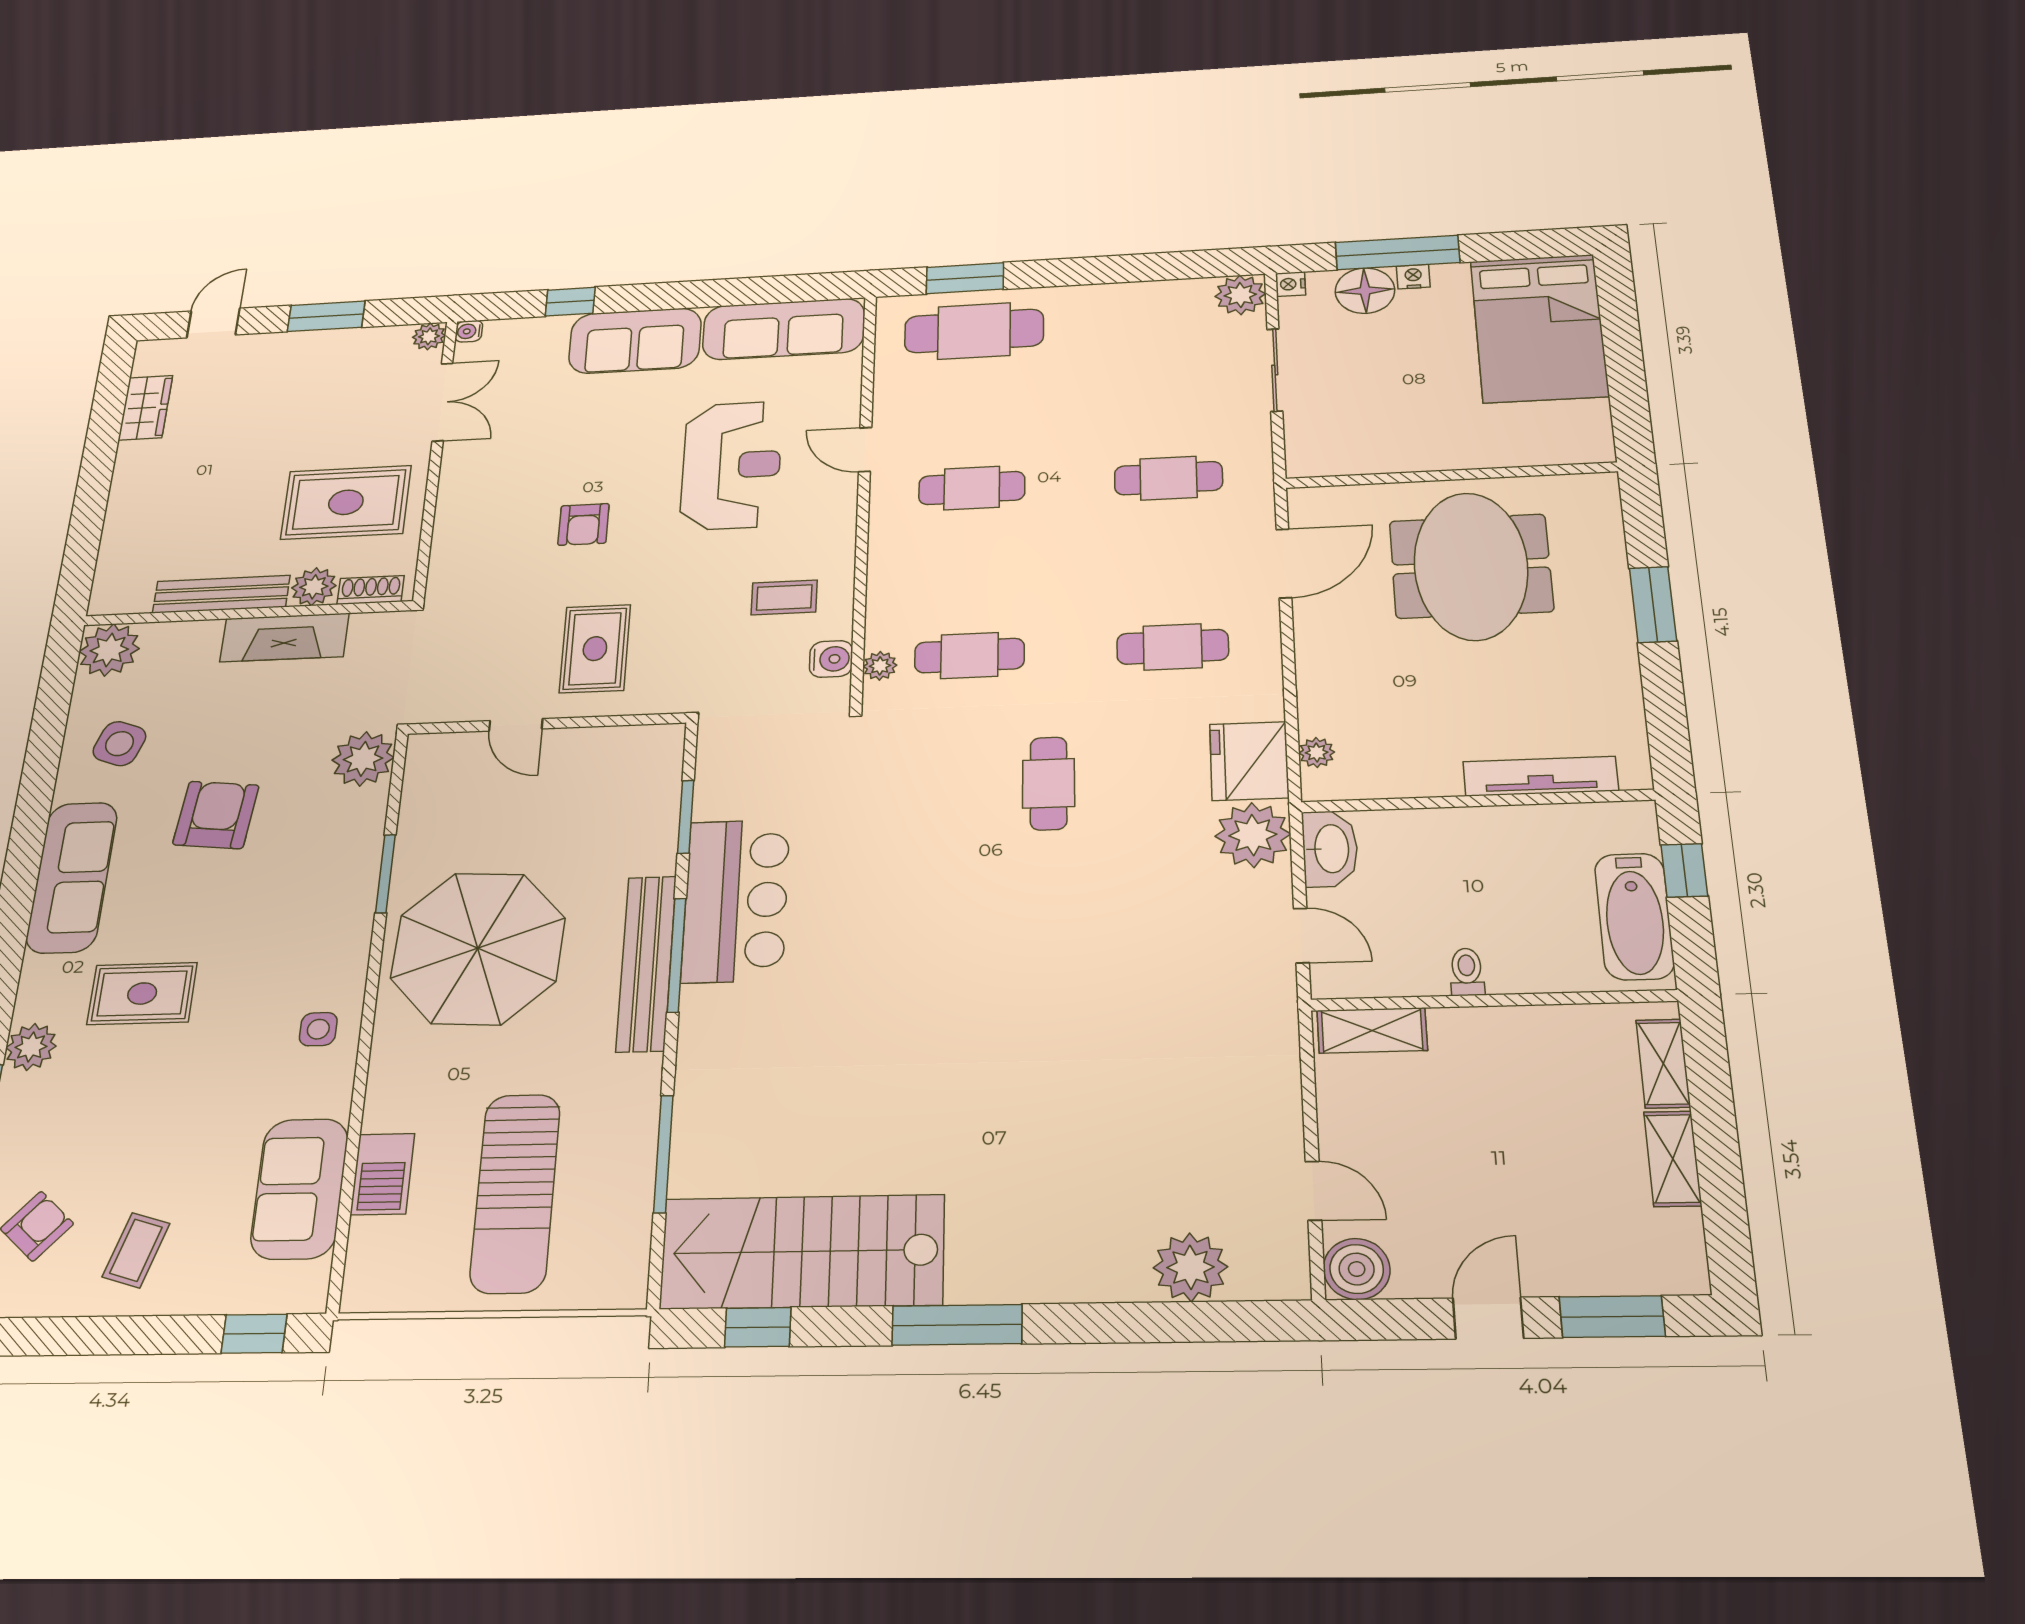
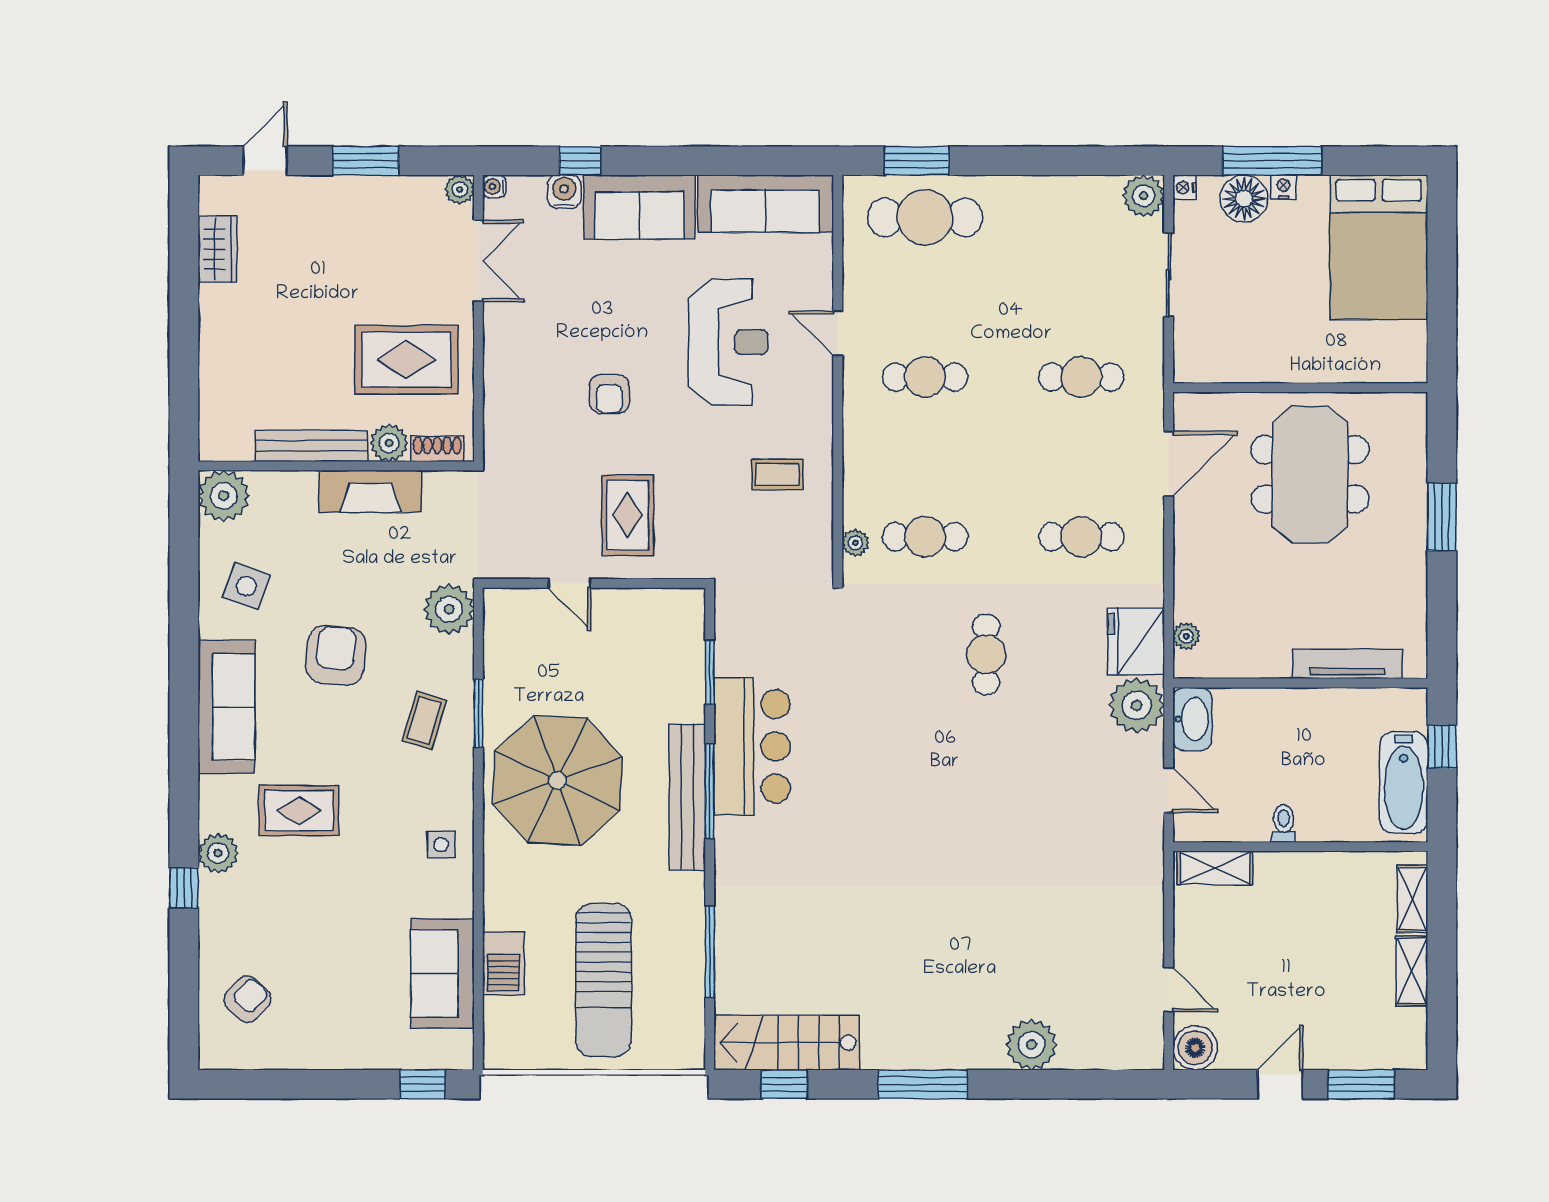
water cooler: (831, 659) -> (564, 192), moved, turned -90
coffee table: (136, 1250) -> (424, 721), moved
stairs: (802, 1252) -> (787, 1043), width x0.73, depth x0.66
plant: (1190, 1267) -> (1032, 1045), moved

